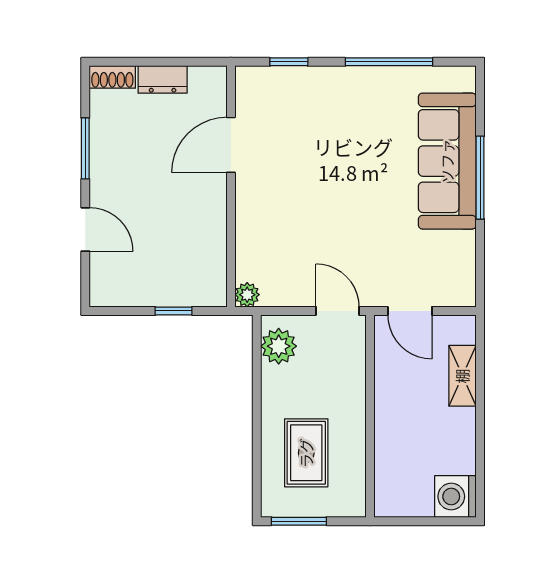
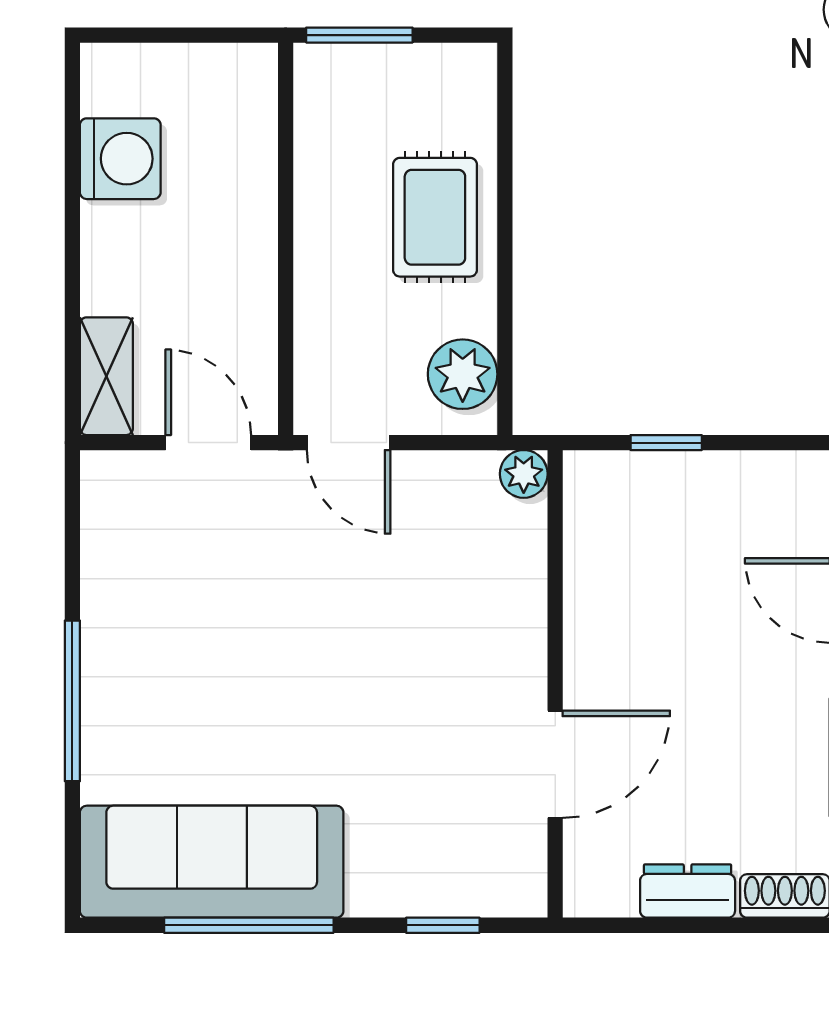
sofa: (447, 161) -> (212, 862), moved, turned -90
shelving: (462, 376) -> (106, 376), moved
rug: (306, 453) -> (435, 217), moved
washing machine: (455, 496) -> (120, 159), moved
window: (299, 521) -> (359, 35), moved

